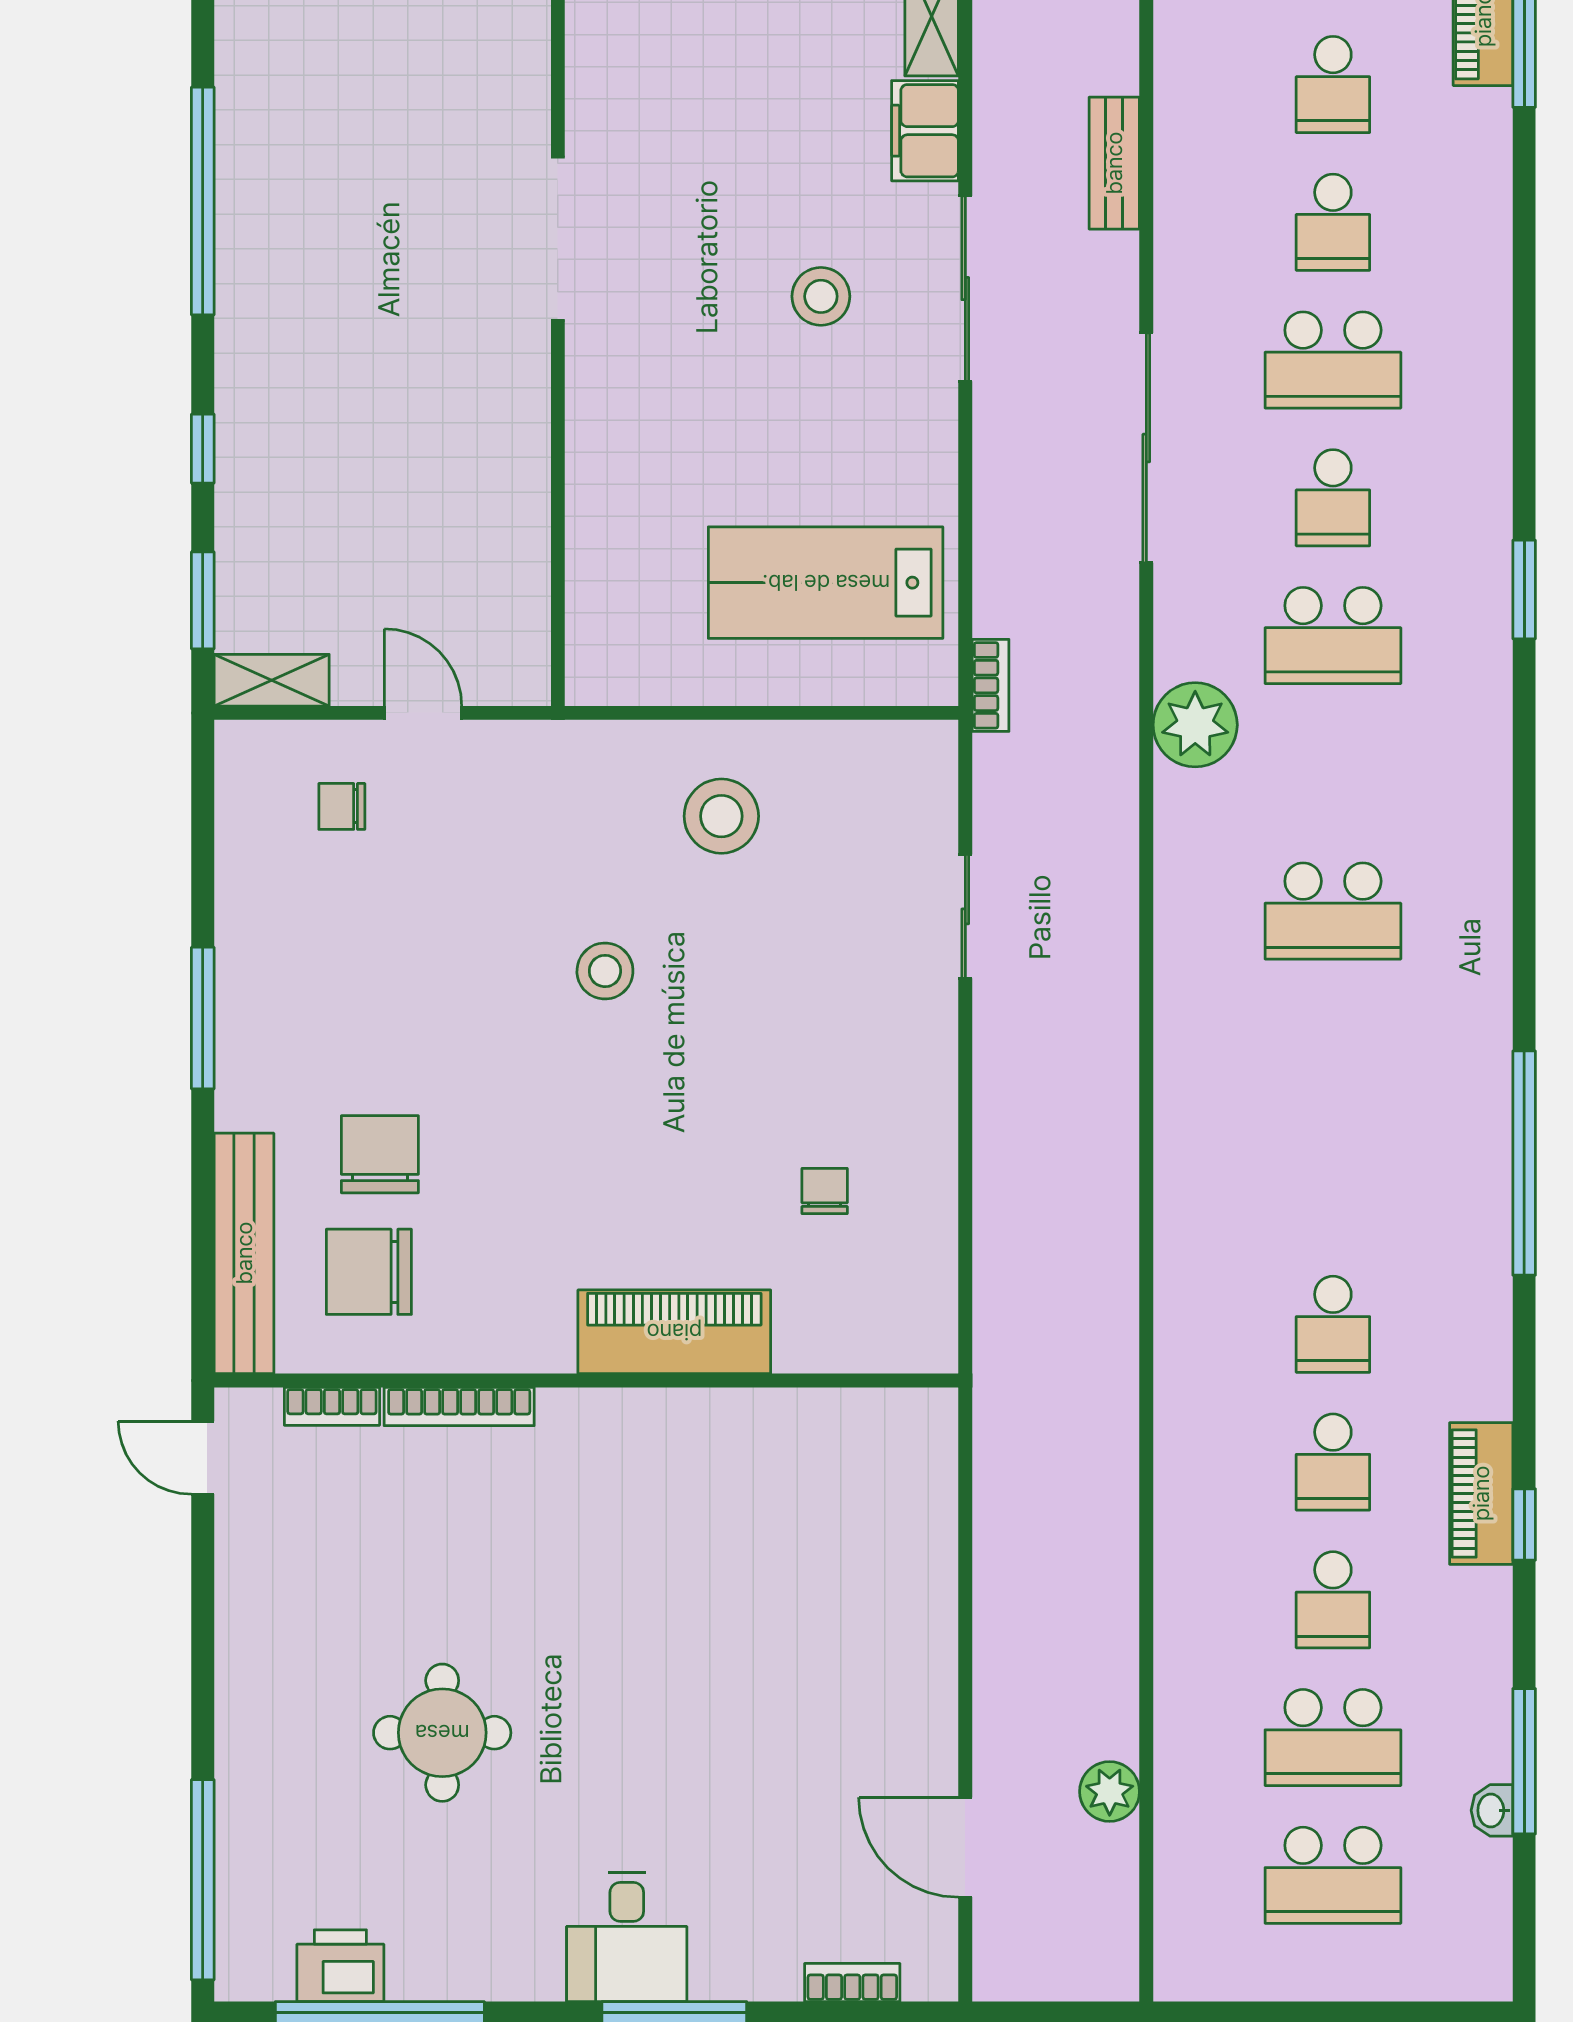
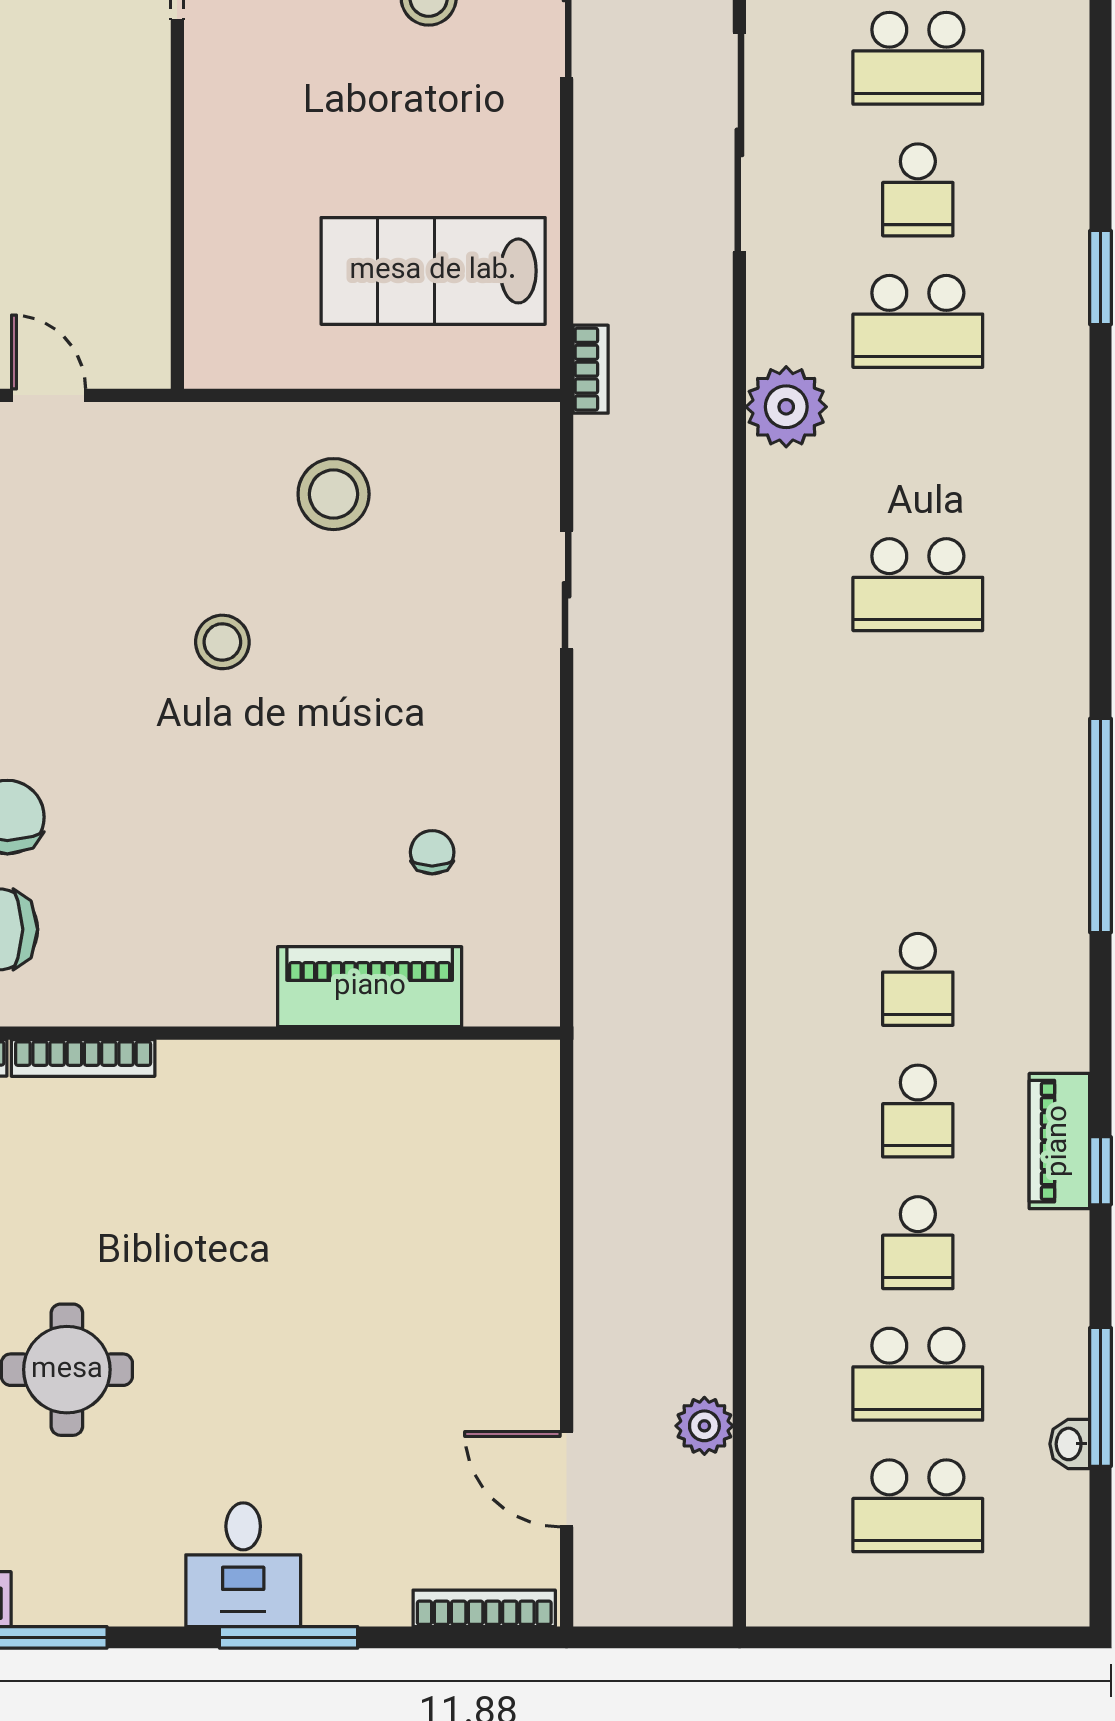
piano: (674, 1332) -> (370, 987), moved
bookcase: (852, 1983) -> (484, 1608), width x1.56

